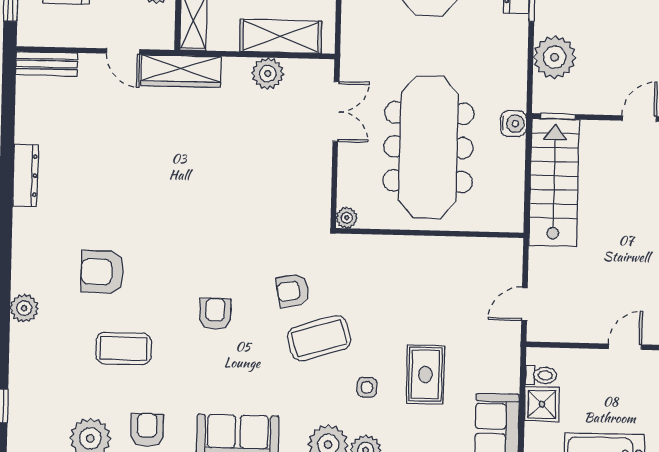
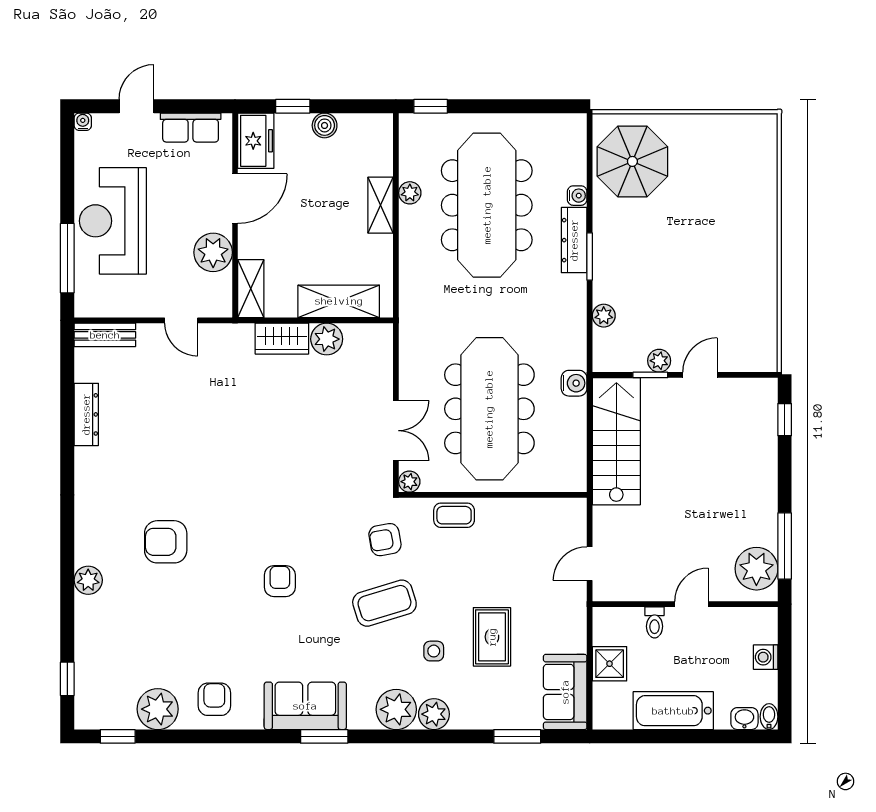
plant: (555, 57) -> (604, 316), width x0.53, depth x0.53
wardrobe: (181, 71) -> (282, 339), moved, width x0.67
plant: (599, 103) -> (659, 361), added
double door: (336, 111) -> (396, 431), moved
window: (558, 116) -> (650, 375), moved
dresser: (25, 175) -> (86, 414), moved
armchair: (293, 291) -> (385, 540), moved
coffee table: (124, 348) -> (454, 515), moved, width x0.73, depth x0.77
toilet: (541, 375) -> (655, 622), moved, turned 90

